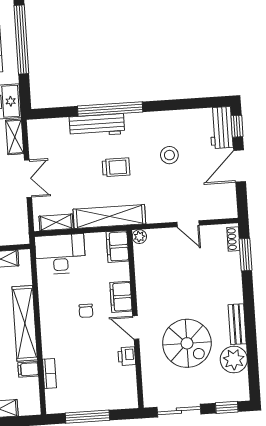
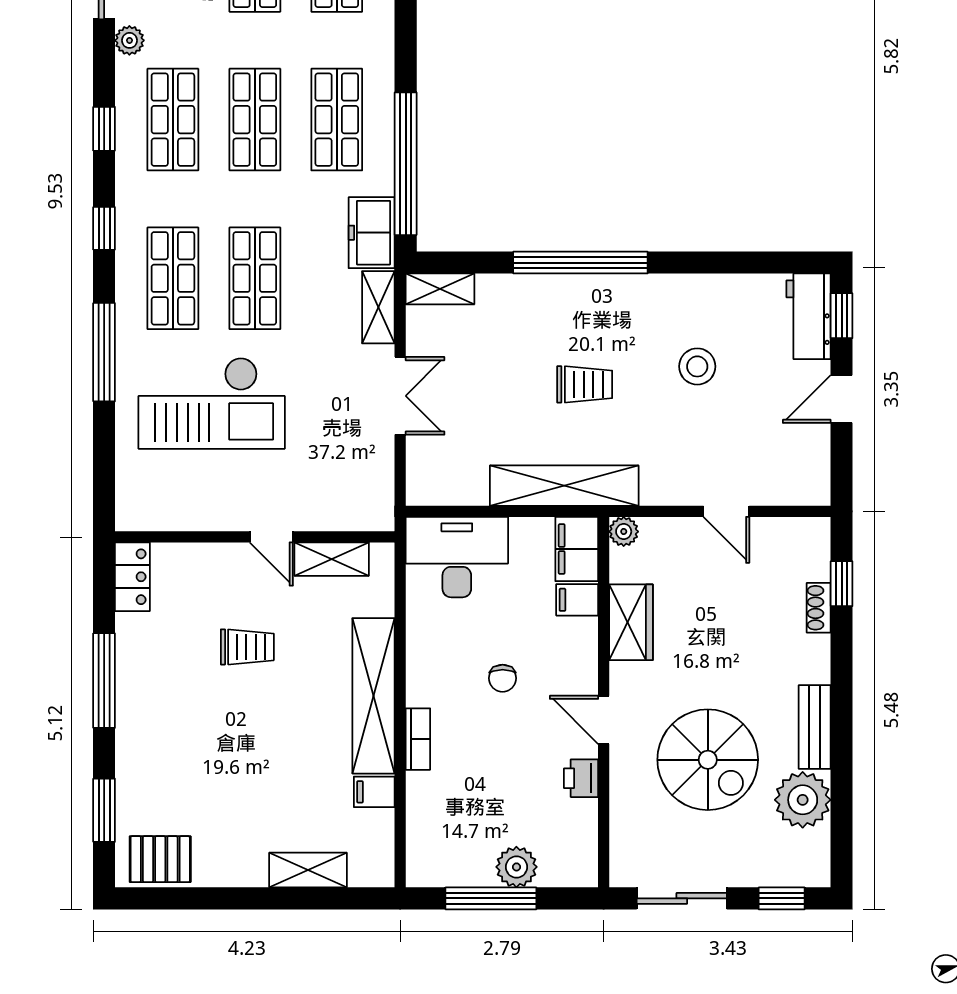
window: (21, 39) -> (406, 164), moved
workbench: (97, 125) -> (551, 295), removed
door: (240, 166) -> (842, 399), width x0.73
shelving: (56, 222) -> (440, 289), moved
shoe rack: (233, 239) -> (819, 608), moved
window: (246, 255) -> (842, 584), width x0.67
wardrobe: (146, 280) -> (631, 622), added
filing cabinet: (121, 297) -> (577, 600), moved, width x0.50
bookcase: (49, 373) -> (418, 739), moved
plant: (99, 401) -> (516, 867), added

